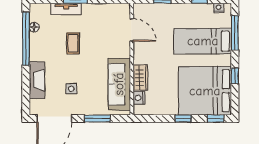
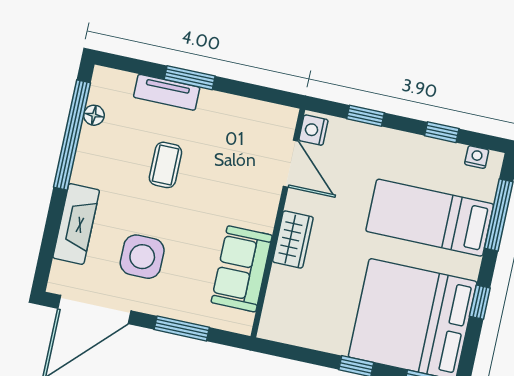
wardrobe: (140, 77) -> (293, 240), moved
sofa: (119, 84) -> (242, 269), width x0.73
side table: (71, 89) -> (142, 257), width x1.87, depth x1.87
nightstand: (139, 98) -> (313, 130), moved

